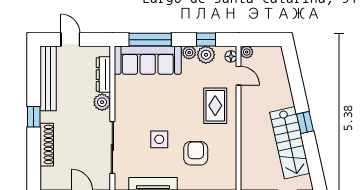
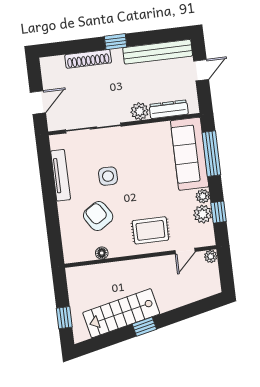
floor lamp: (231, 56) -> (102, 253), moved
armchair: (196, 153) -> (98, 216), turned -123

